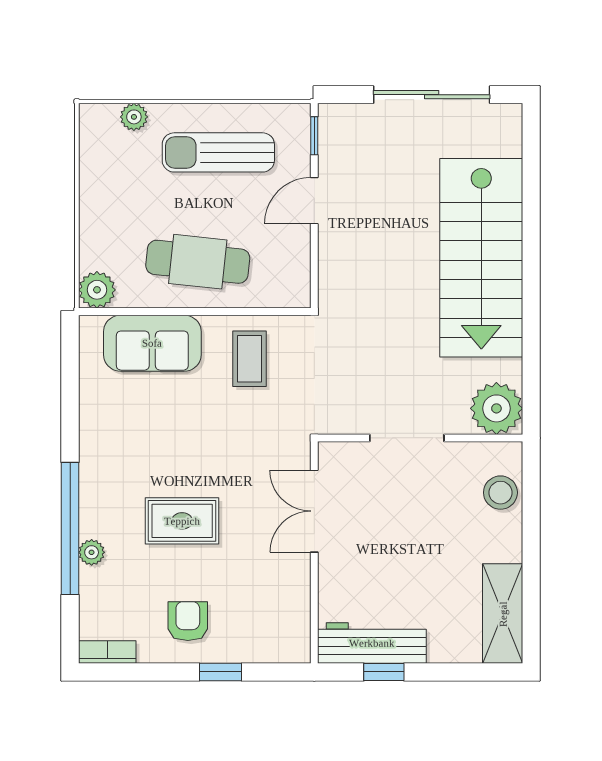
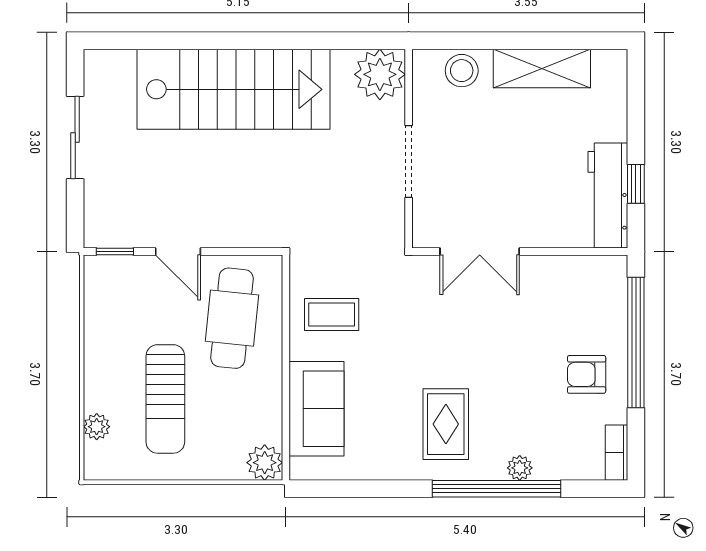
sliding door: (432, 95) -> (75, 138), width x0.73
sun lounger: (218, 152) -> (165, 399), moved
cafe table: (198, 262) -> (232, 318), moved
rug: (182, 521) -> (446, 424), moved
shelving: (503, 614) -> (542, 68), moved
window: (221, 672) -> (636, 343), width x3.17

